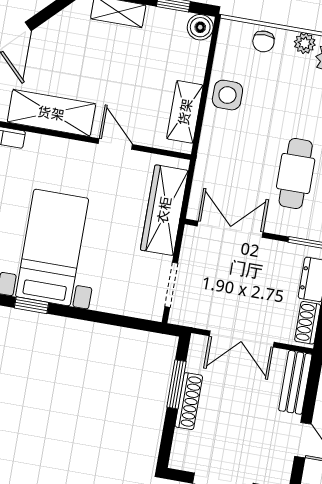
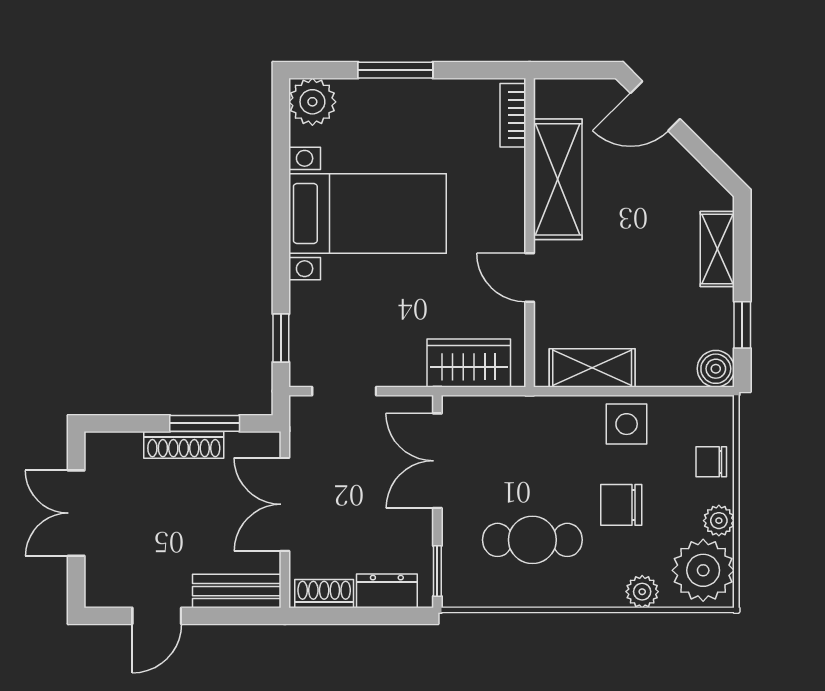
chair: (282, 108) -> (621, 505), added
door: (115, 144) -> (530, 278), swing flipped
wardrobe: (164, 210) -> (469, 363), width x0.67
double door: (230, 229) -> (437, 461), swing flipped
window: (31, 305) -> (281, 338), moved

